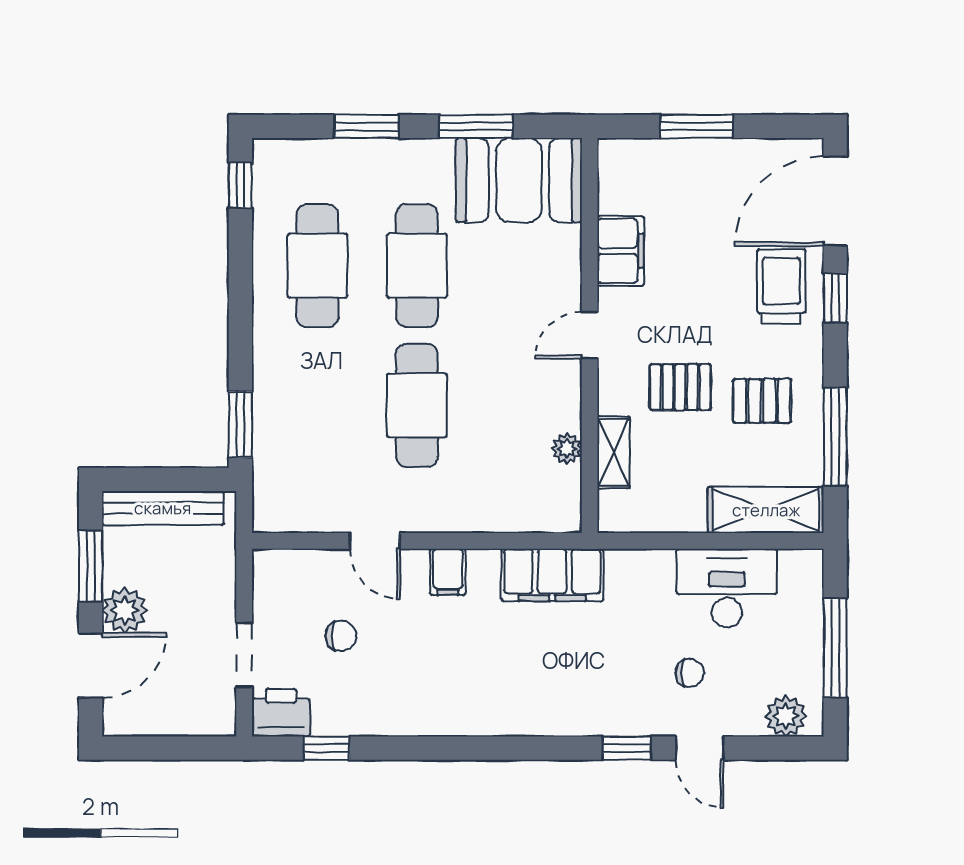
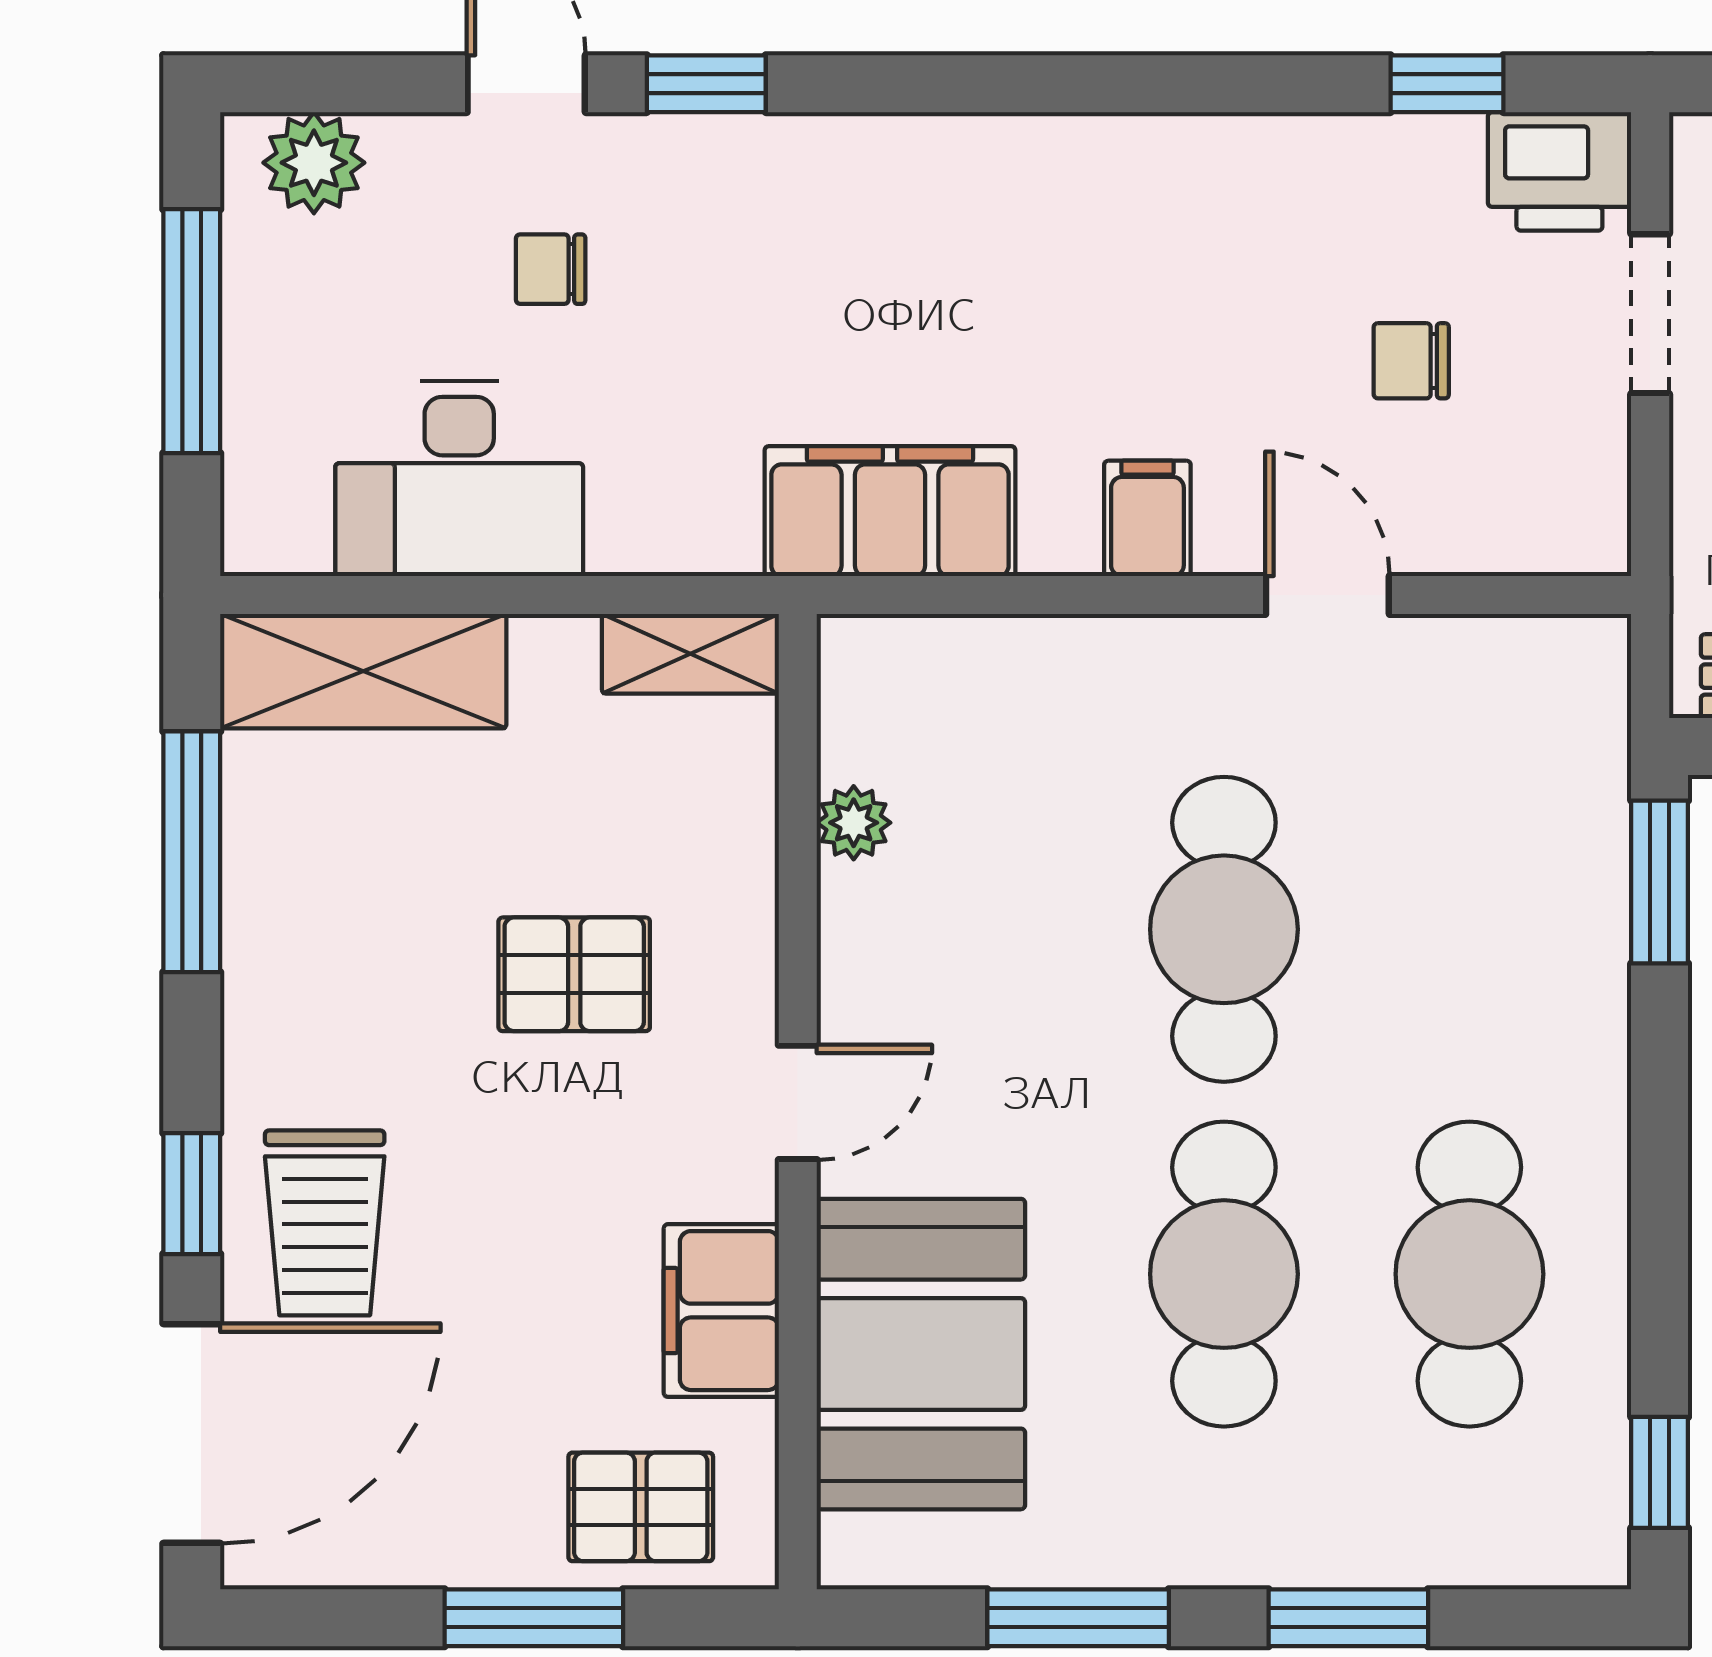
booth: (519, 180) -> (921, 1354), moved, turned 90
pallet: (762, 401) -> (641, 1507), moved
shelving: (613, 452) -> (690, 654), moved, turned 90

